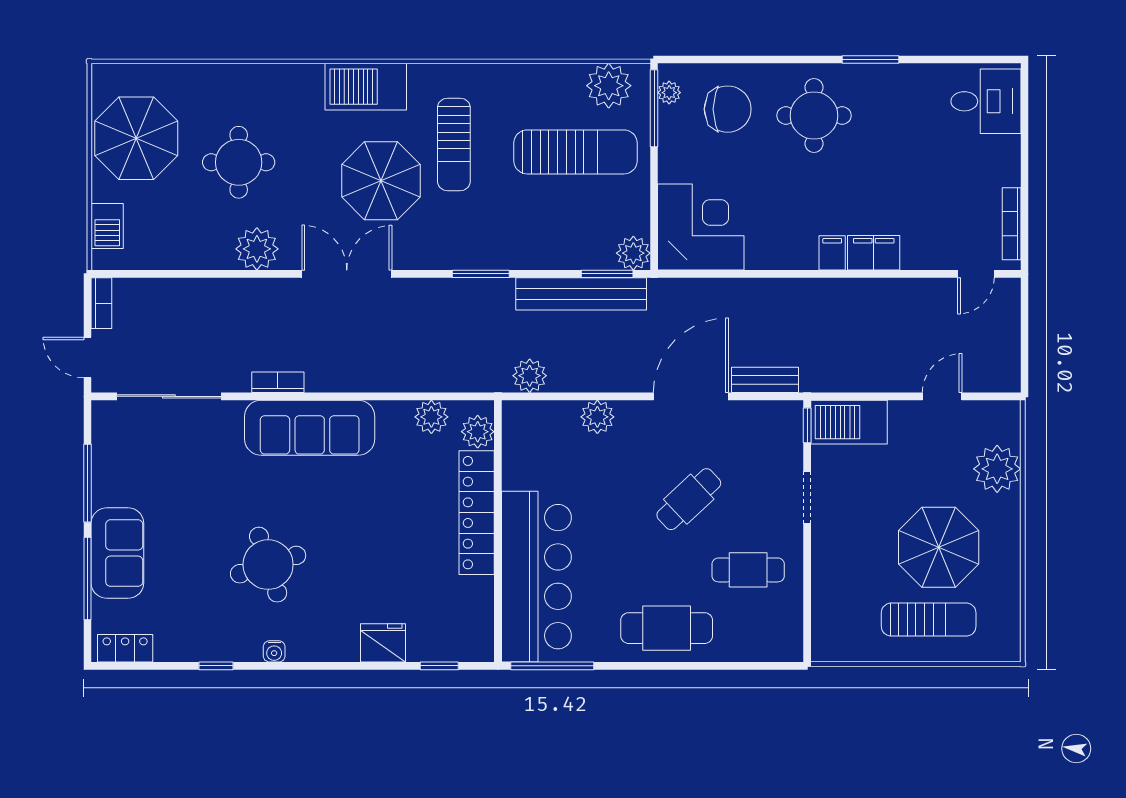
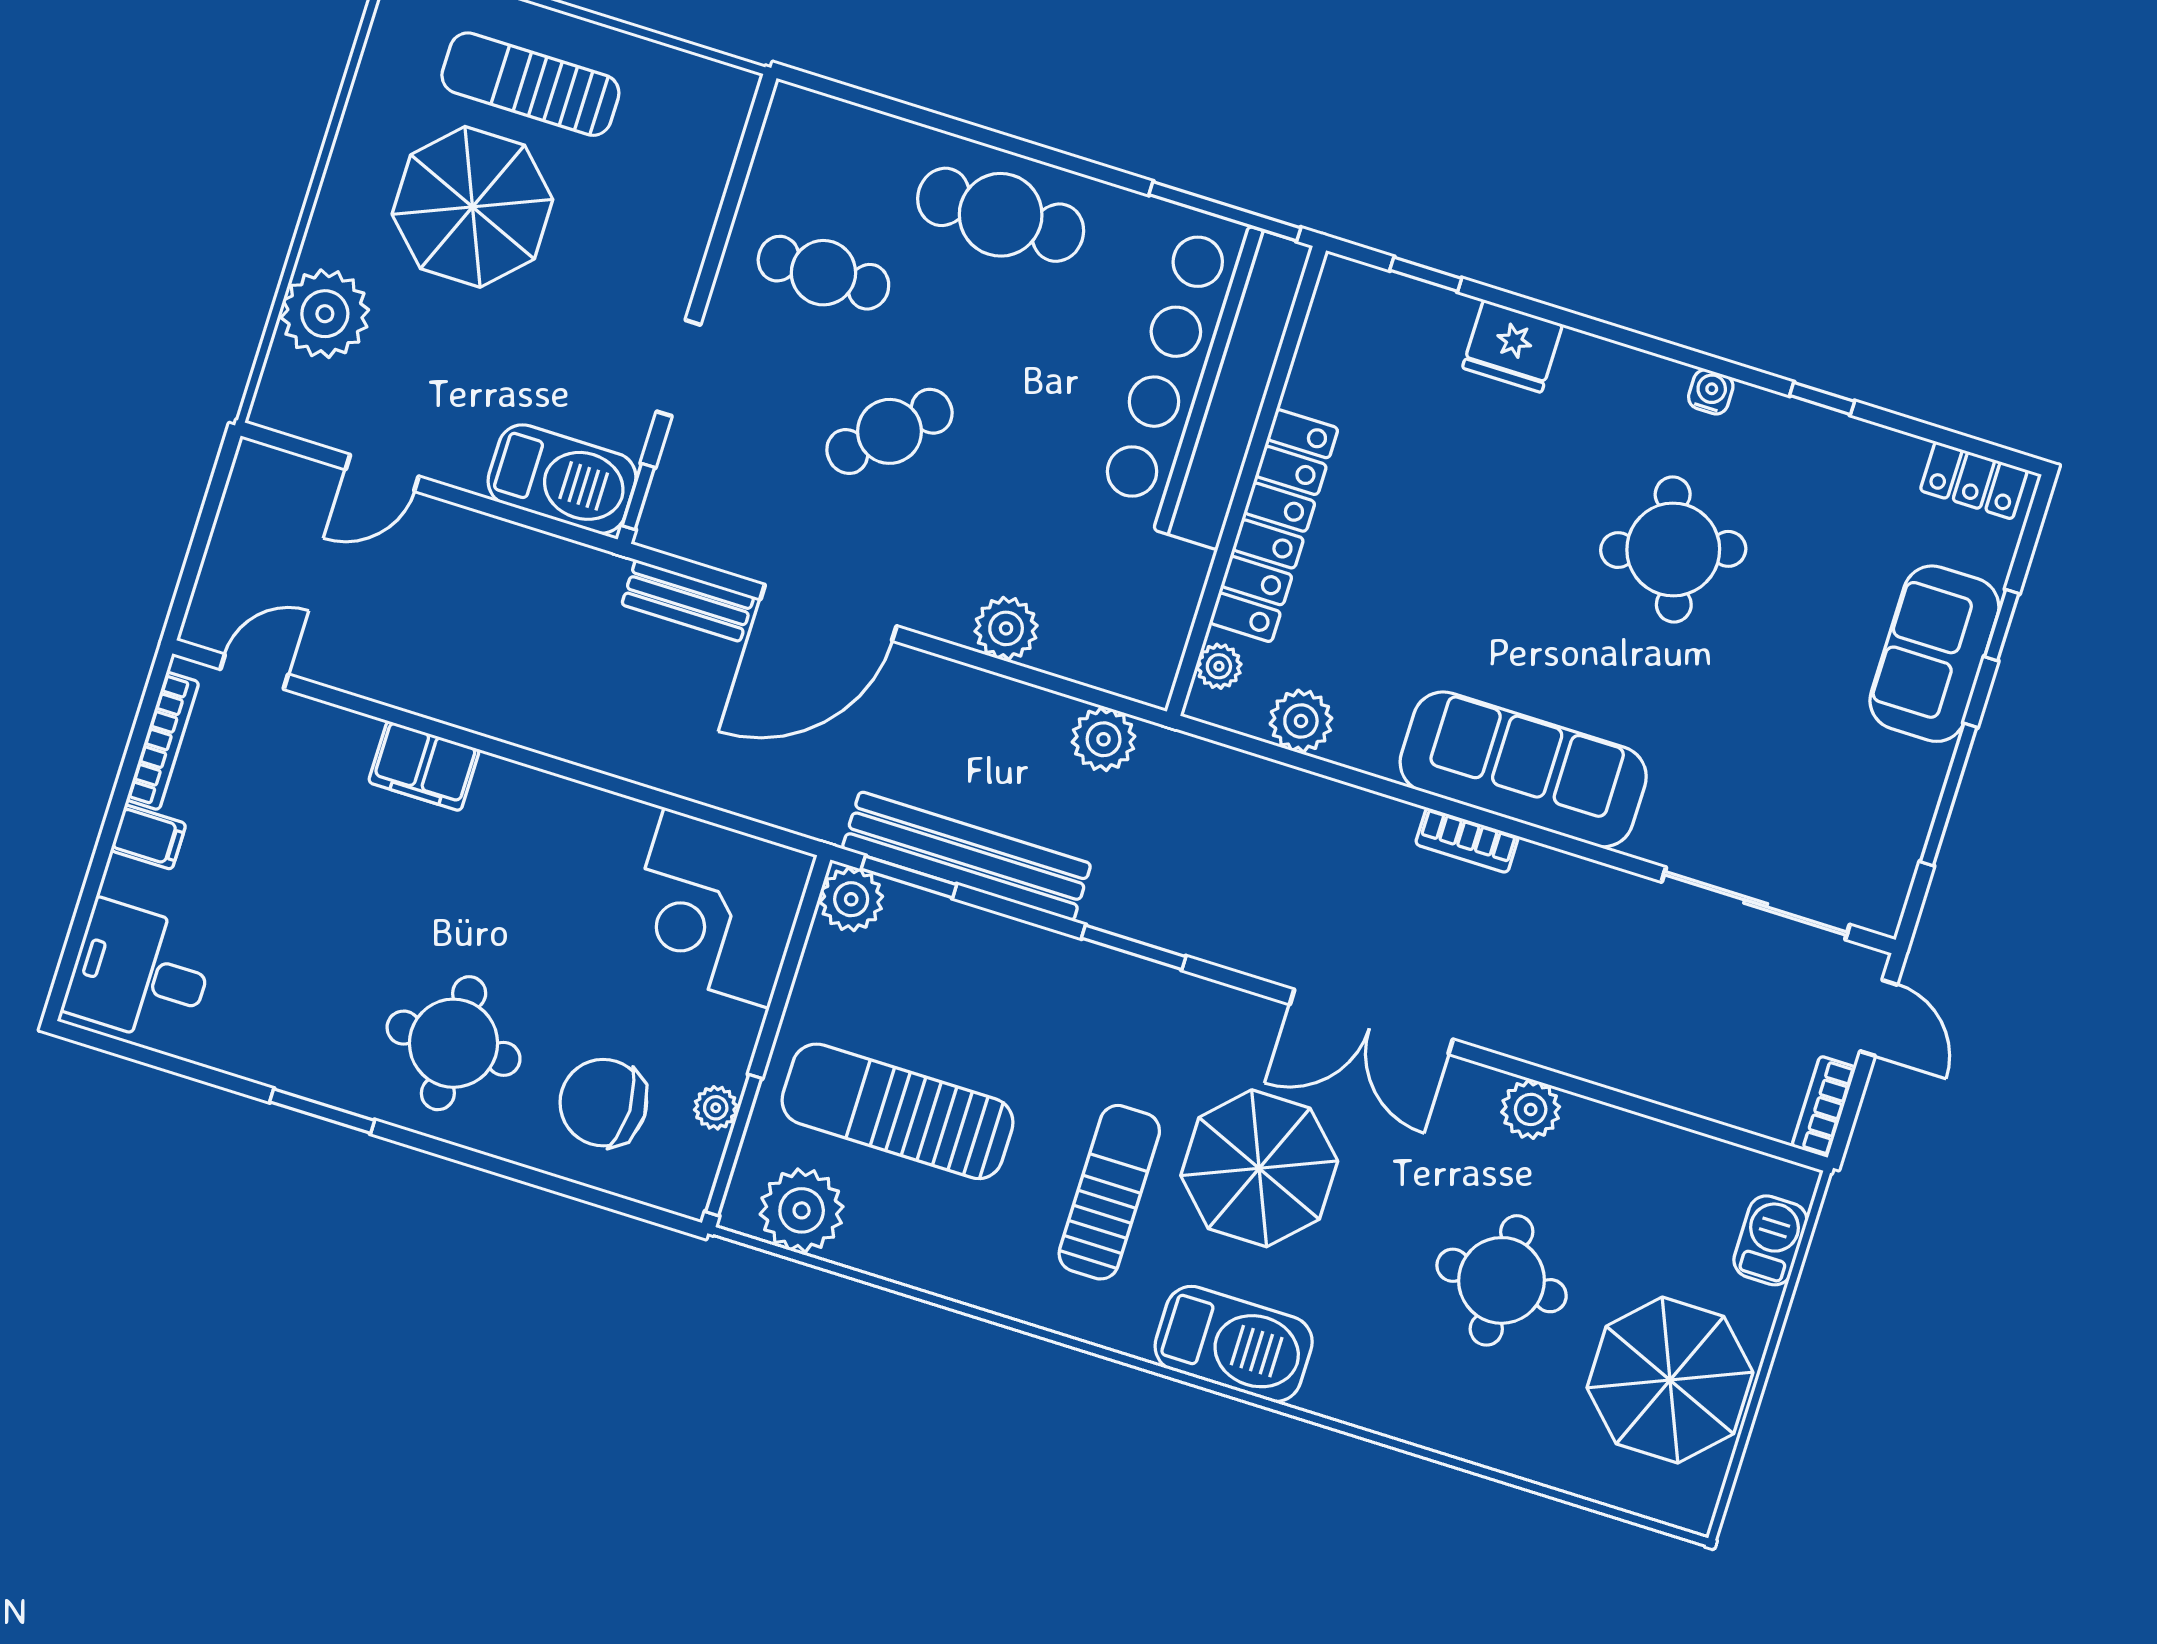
plant: (669, 93) -> (716, 1108), moved
plant: (257, 249) -> (1531, 1109), width x0.73, depth x0.73
filing cabinet: (832, 253) -> (148, 837), moved, turned -90
bookcase: (278, 382) -> (1467, 840), moved
plant: (478, 432) -> (1219, 666), width x0.73, depth x0.73
window: (88, 579) -> (2002, 625), width x0.46

